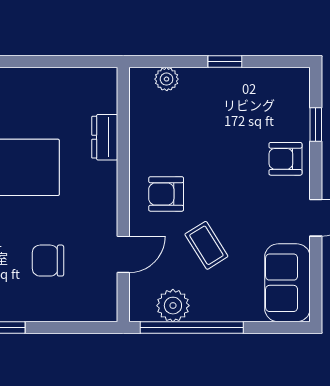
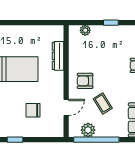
dresser: (105, 137) -> (58, 56), width x1.44

